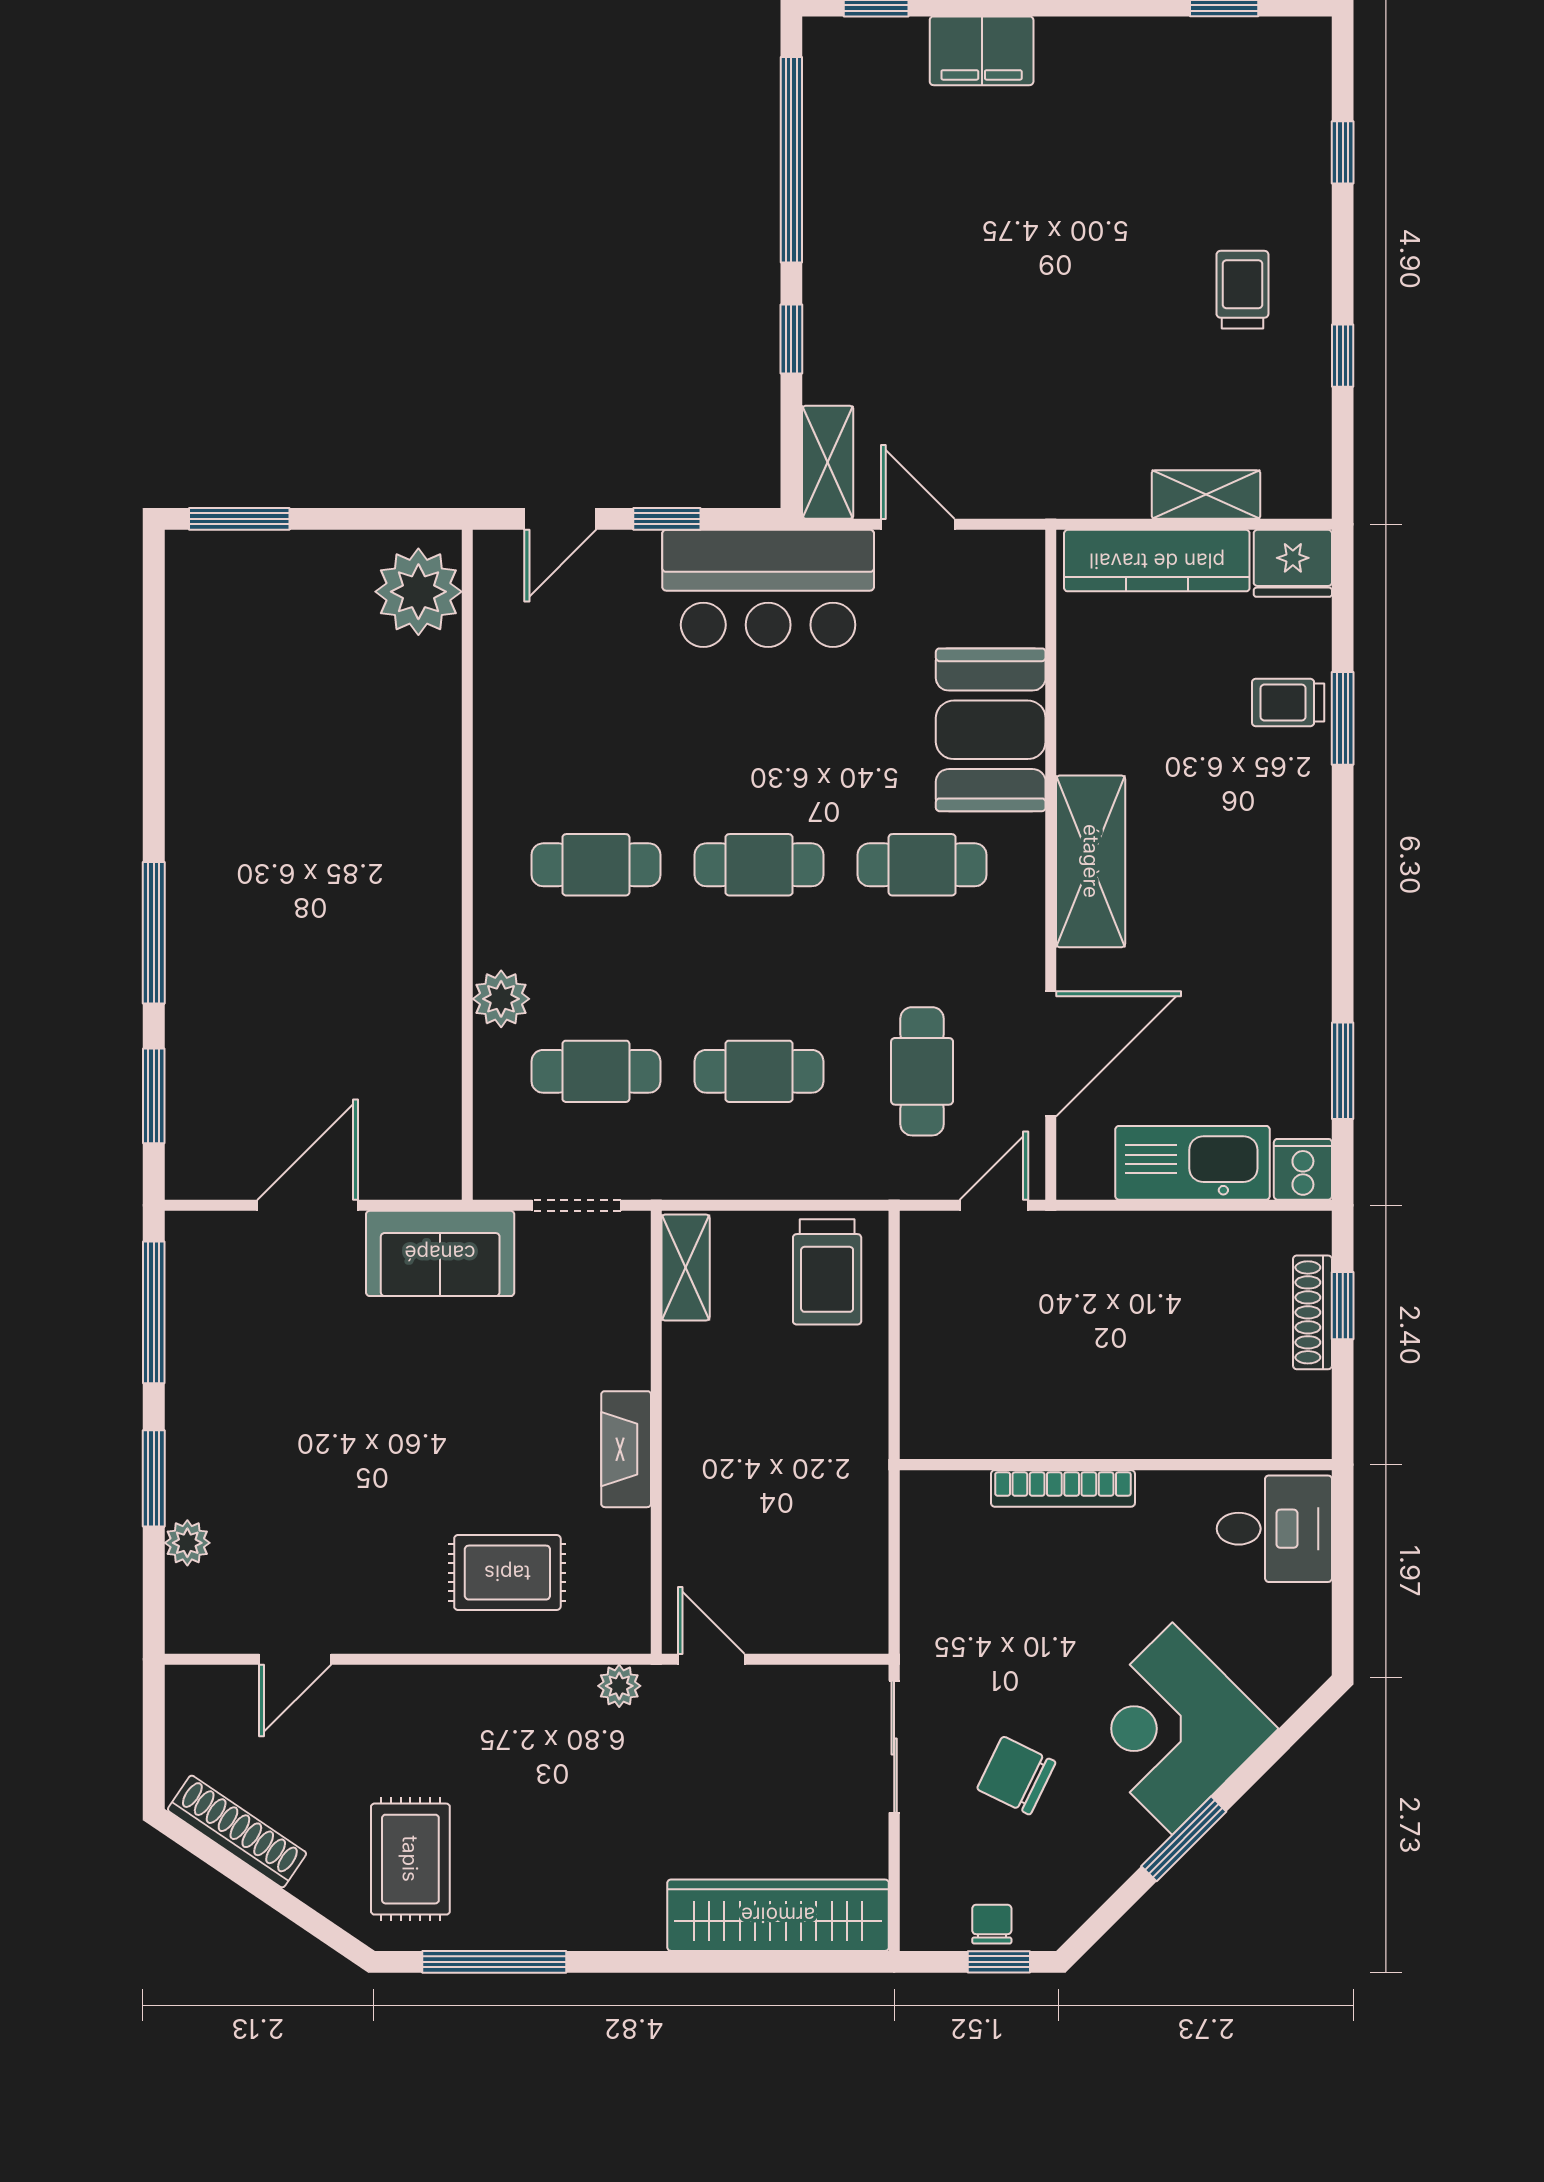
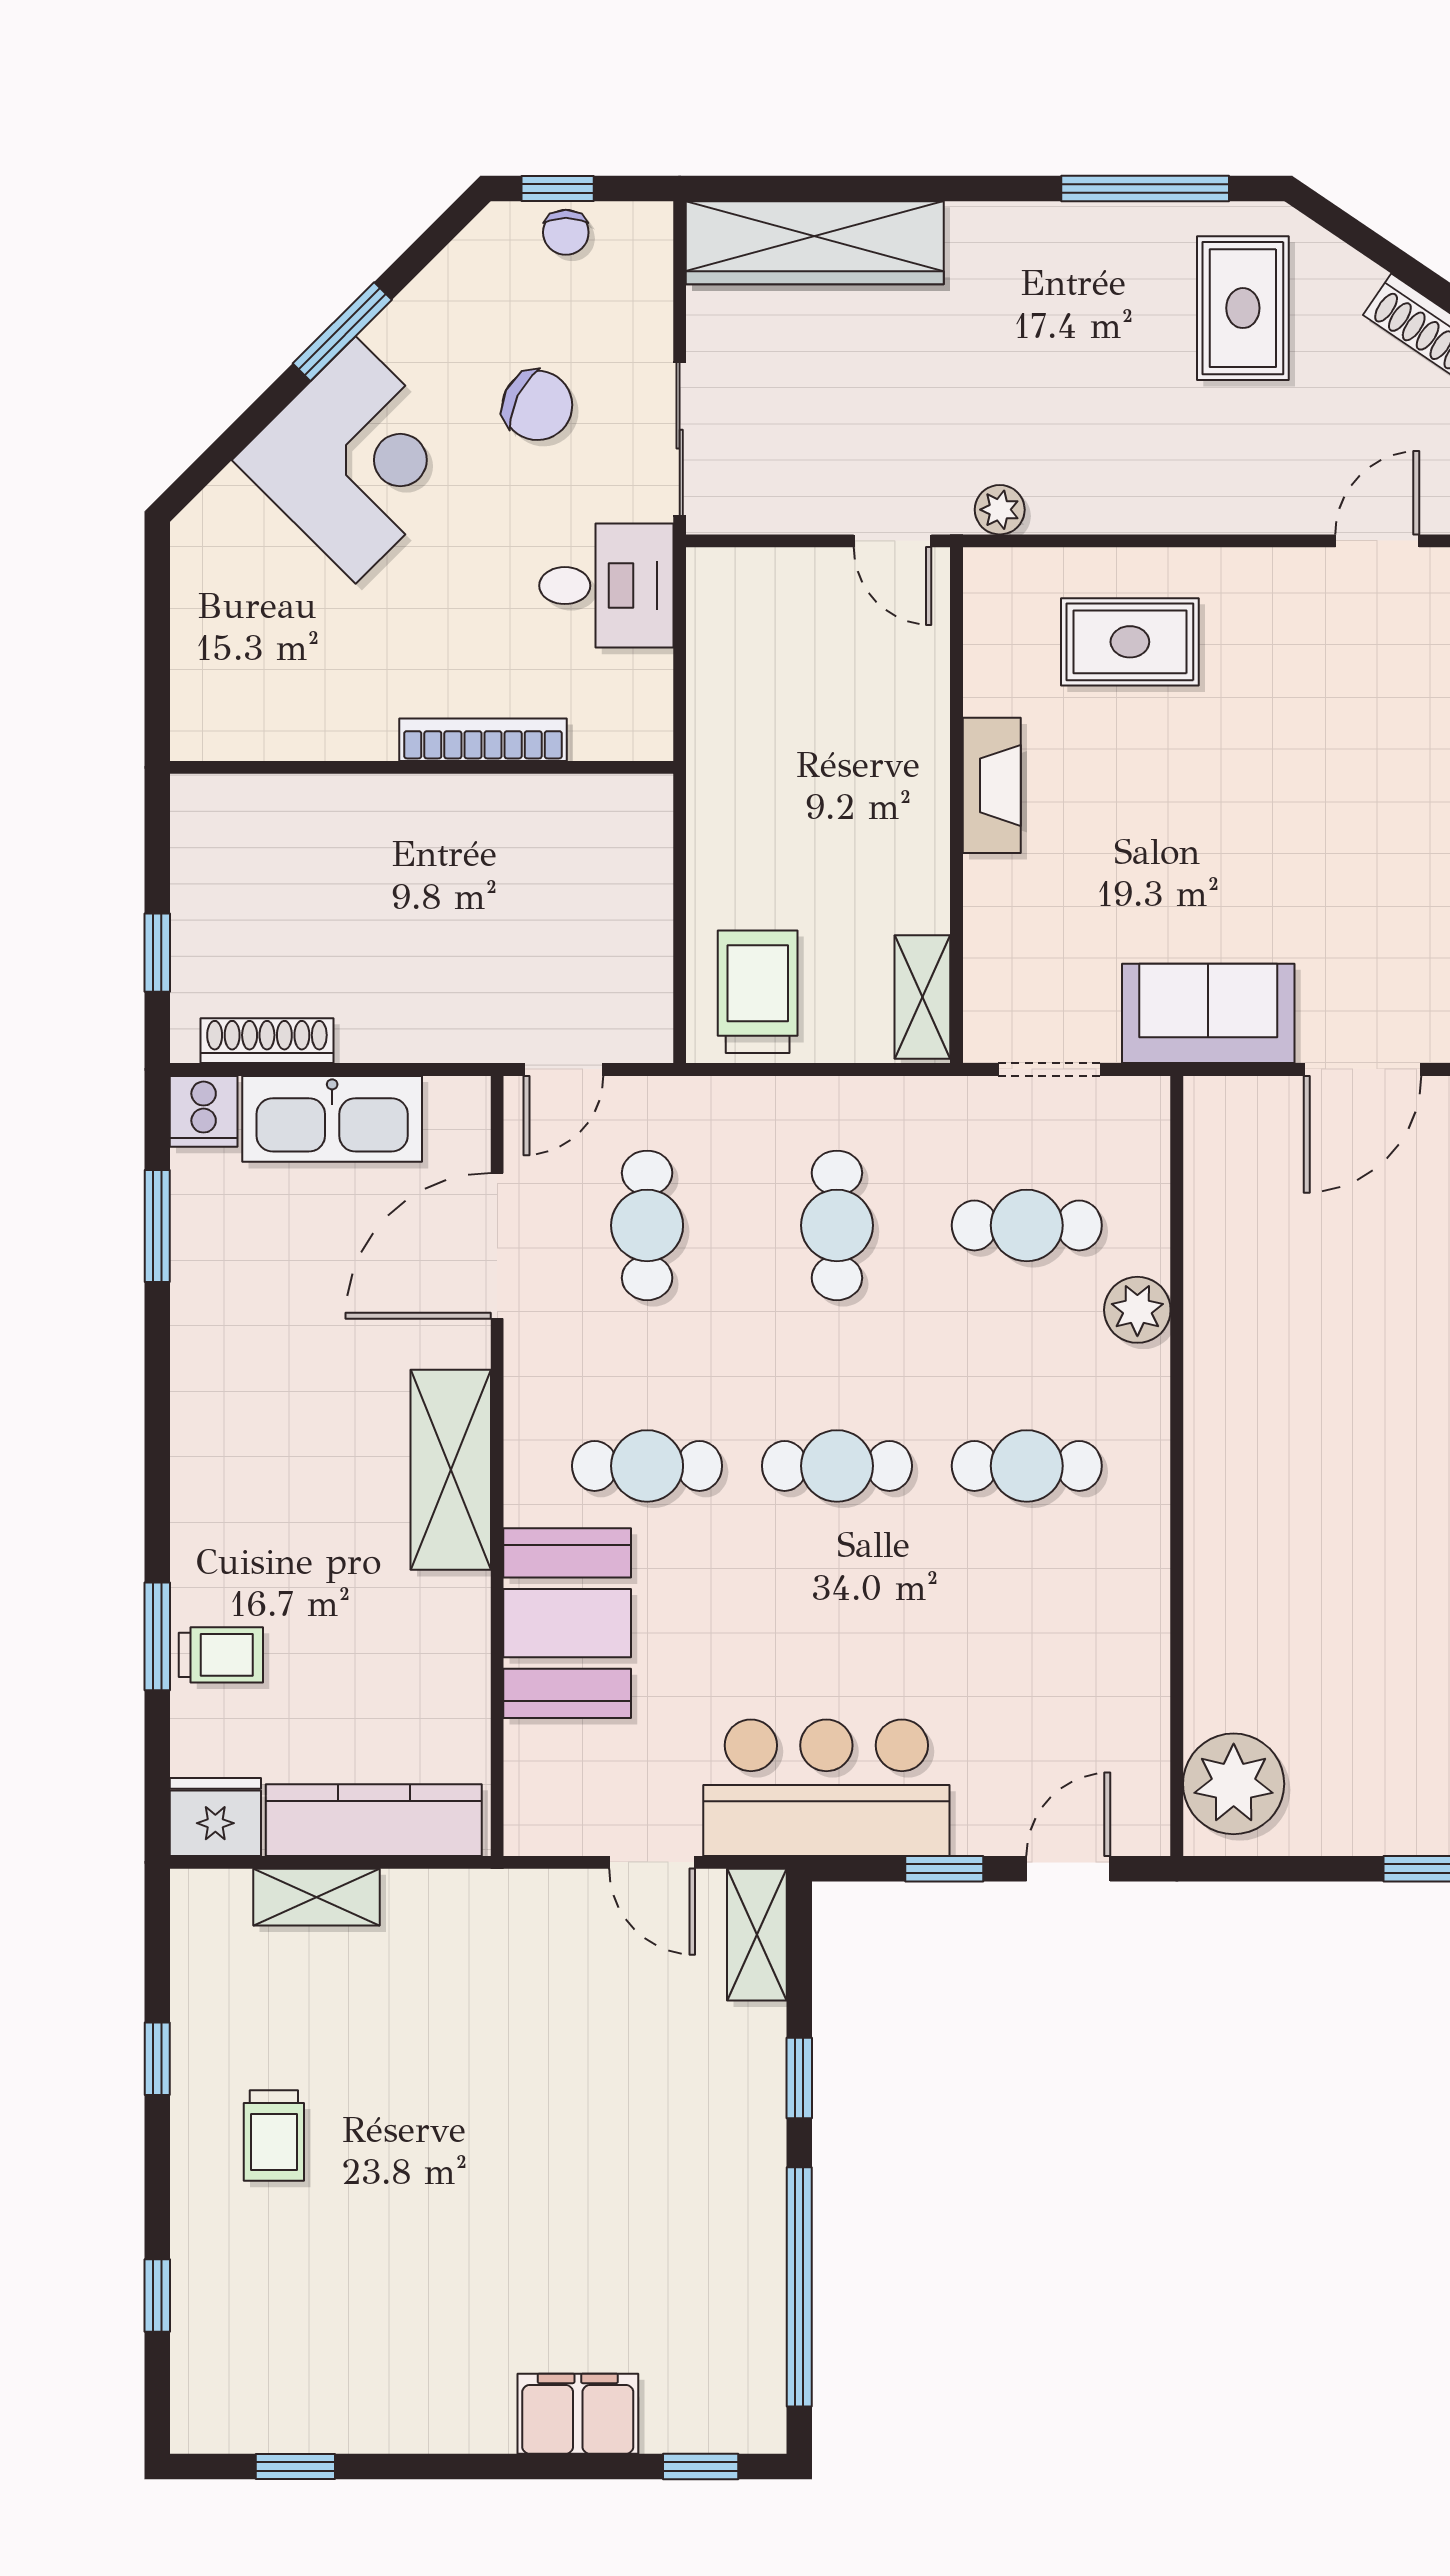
cafe table: (759, 1071) -> (837, 1225), turned 90
shoe rack: (1312, 1312) -> (267, 1041), moved, turned -90
desk: (1274, 1529) -> (606, 586), moved, turned 180

